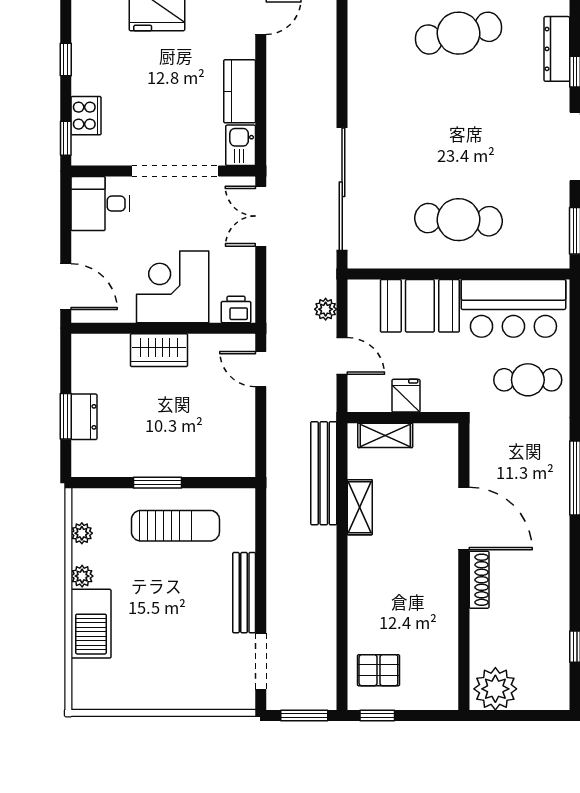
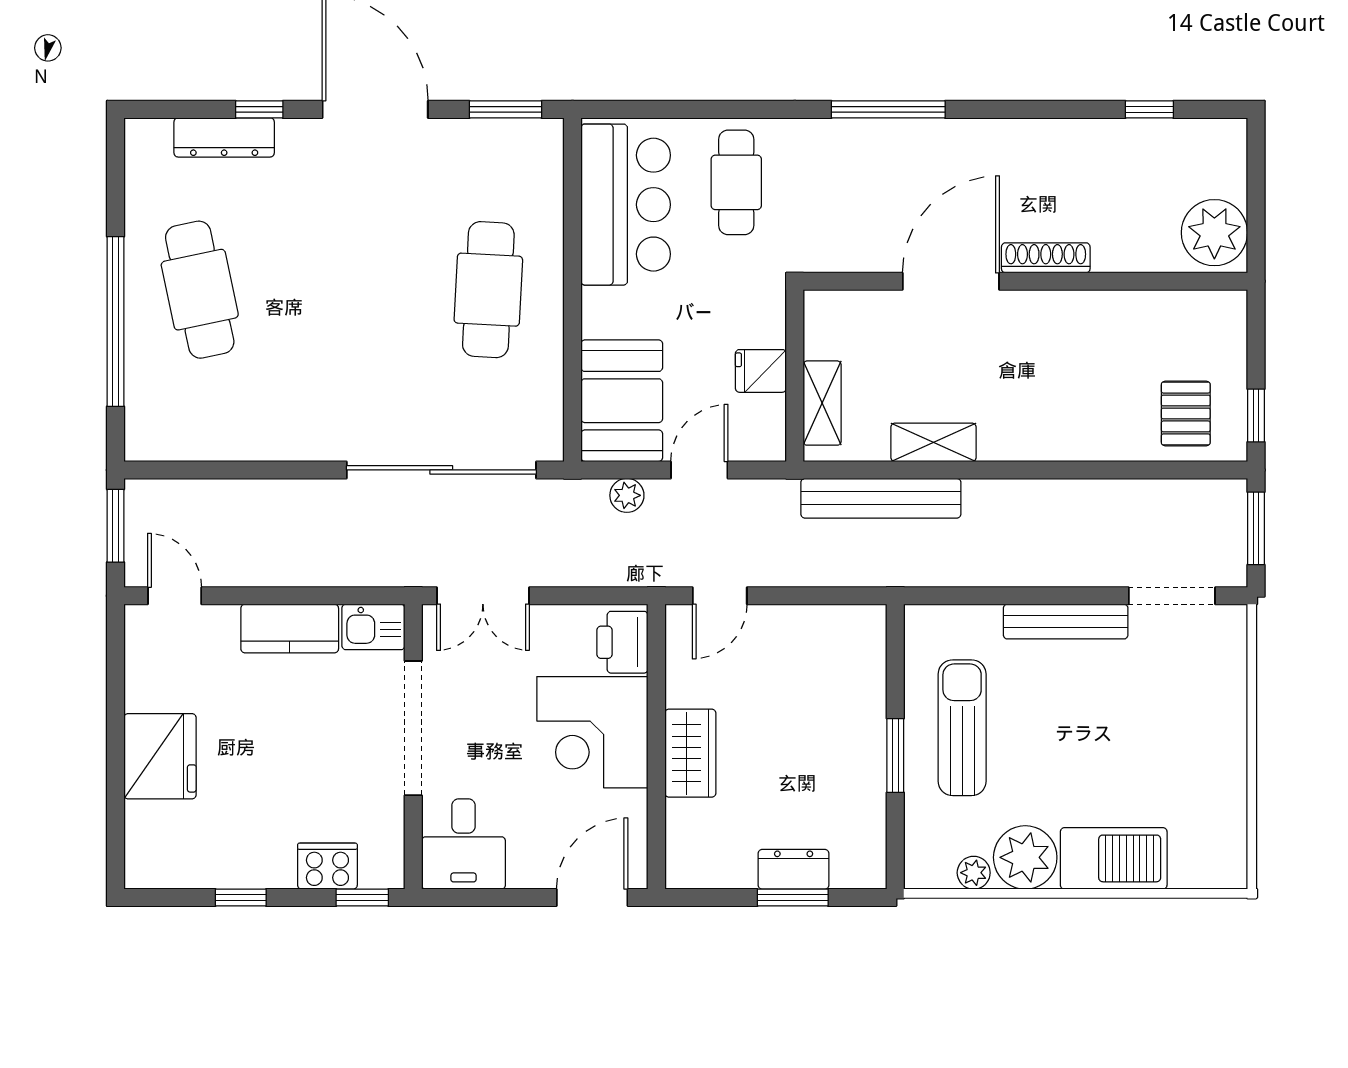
booth: (420, 306) -> (622, 401), moved
printer: (236, 309) -> (622, 642), width x1.36, depth x1.24
plant: (82, 576) -> (1025, 857), width x1.88, depth x1.88

